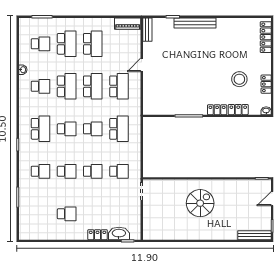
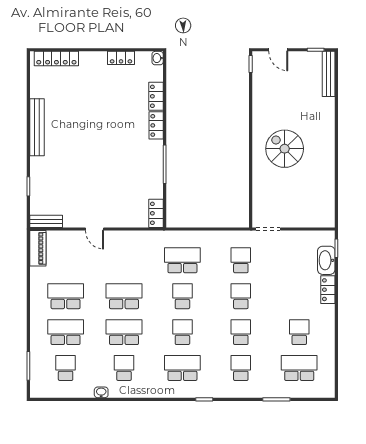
bench: (195, 23) -> (37, 127), moved
stool: (239, 79) -> (114, 95), removed
school desk: (119, 86) -> (299, 368), moved
locker: (153, 110) -> (156, 213), added

